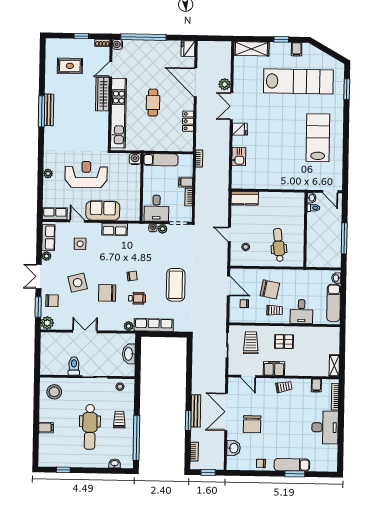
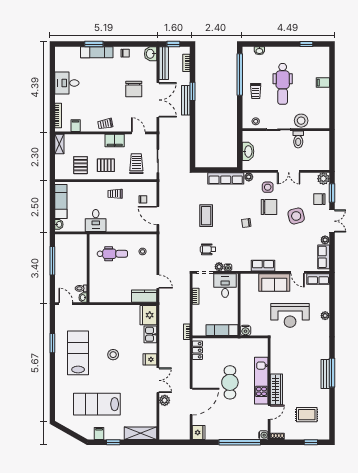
window: (81, 36) -> (311, 442), moved
lab bench: (298, 81) -> (97, 404), width x0.73
door: (196, 82) -> (191, 402), hinge flipped
window: (347, 89) -> (52, 343), moved
cafe table: (153, 103) -> (230, 382), width x1.37, depth x1.35
kitchen unit: (119, 113) -> (261, 381), width x0.73
locker: (188, 121) -> (197, 350), moved
stool: (280, 135) -> (113, 355), added
lab bench: (318, 138) -> (78, 353), turned 180
fridge: (241, 177) -> (148, 315), added
filing cabinet: (186, 182) -> (199, 310), removed
door: (229, 234) -> (158, 282), moved
side table: (80, 244) -> (268, 187), moved
dental chair: (279, 245) -> (112, 254), turned -84
coffee table: (176, 285) -> (206, 216), width x0.73, depth x0.76
chair: (270, 289) -> (120, 213), removed
wheelchair: (137, 298) -> (208, 249), moved
desk: (301, 312) -> (96, 220), moved, turned 180
pallet: (312, 342) -> (81, 165), added
trolley: (251, 343) -> (136, 164), turned 180
stool: (54, 392) -> (301, 121), moved
chair: (252, 424) -> (134, 89), turned 180
dental chair: (90, 427) -> (283, 84), turned 180
desk: (325, 427) -> (67, 83), width x0.73
washbasin: (233, 448) -> (151, 54), moved
bench: (219, 452) -> (164, 63), added

